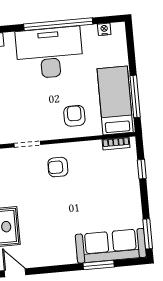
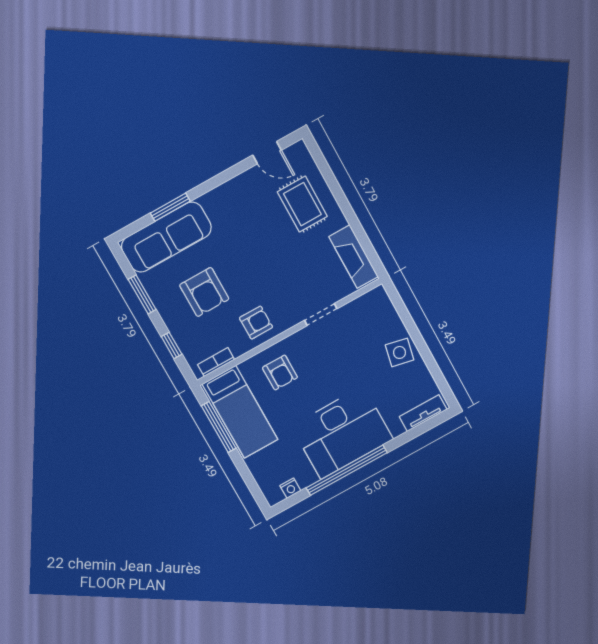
armchair: (58, 167) -> (256, 323), moved
armchair: (102, 196) -> (204, 292), added
window: (148, 234) -> (142, 294), moved

